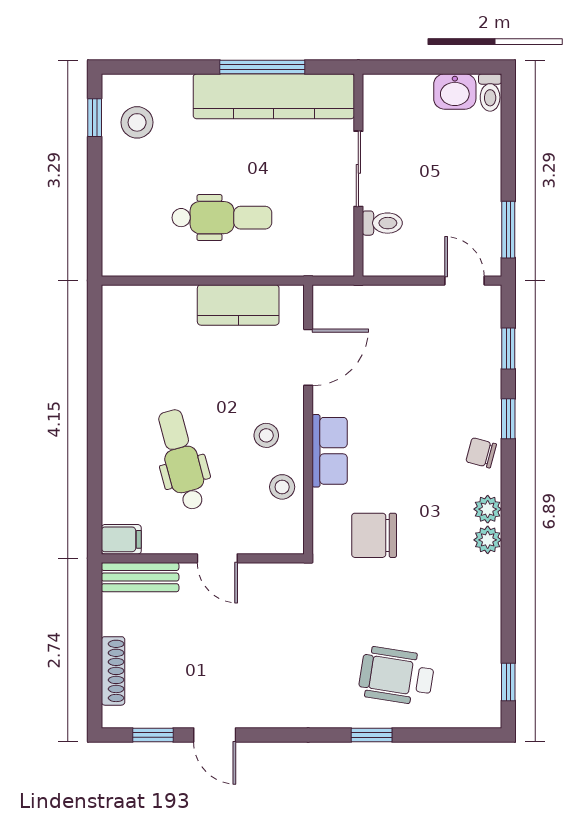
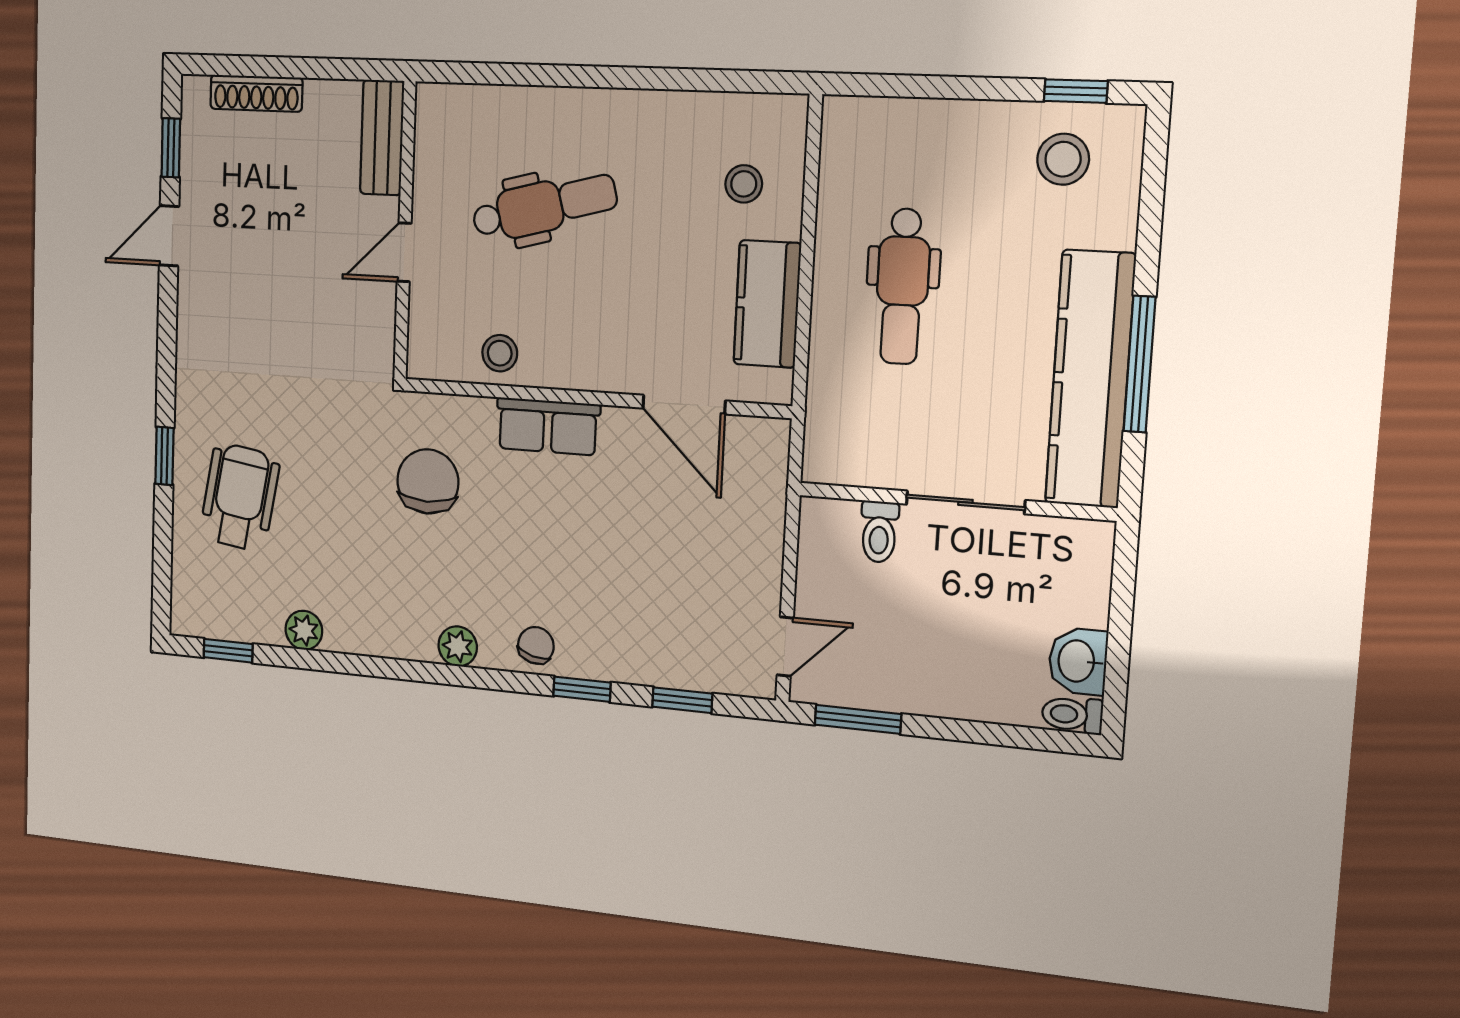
stool: (266, 435) -> (744, 184), moved
filing cabinet: (121, 539) -> (435, 112), removed
plant: (488, 540) -> (304, 630), moved

